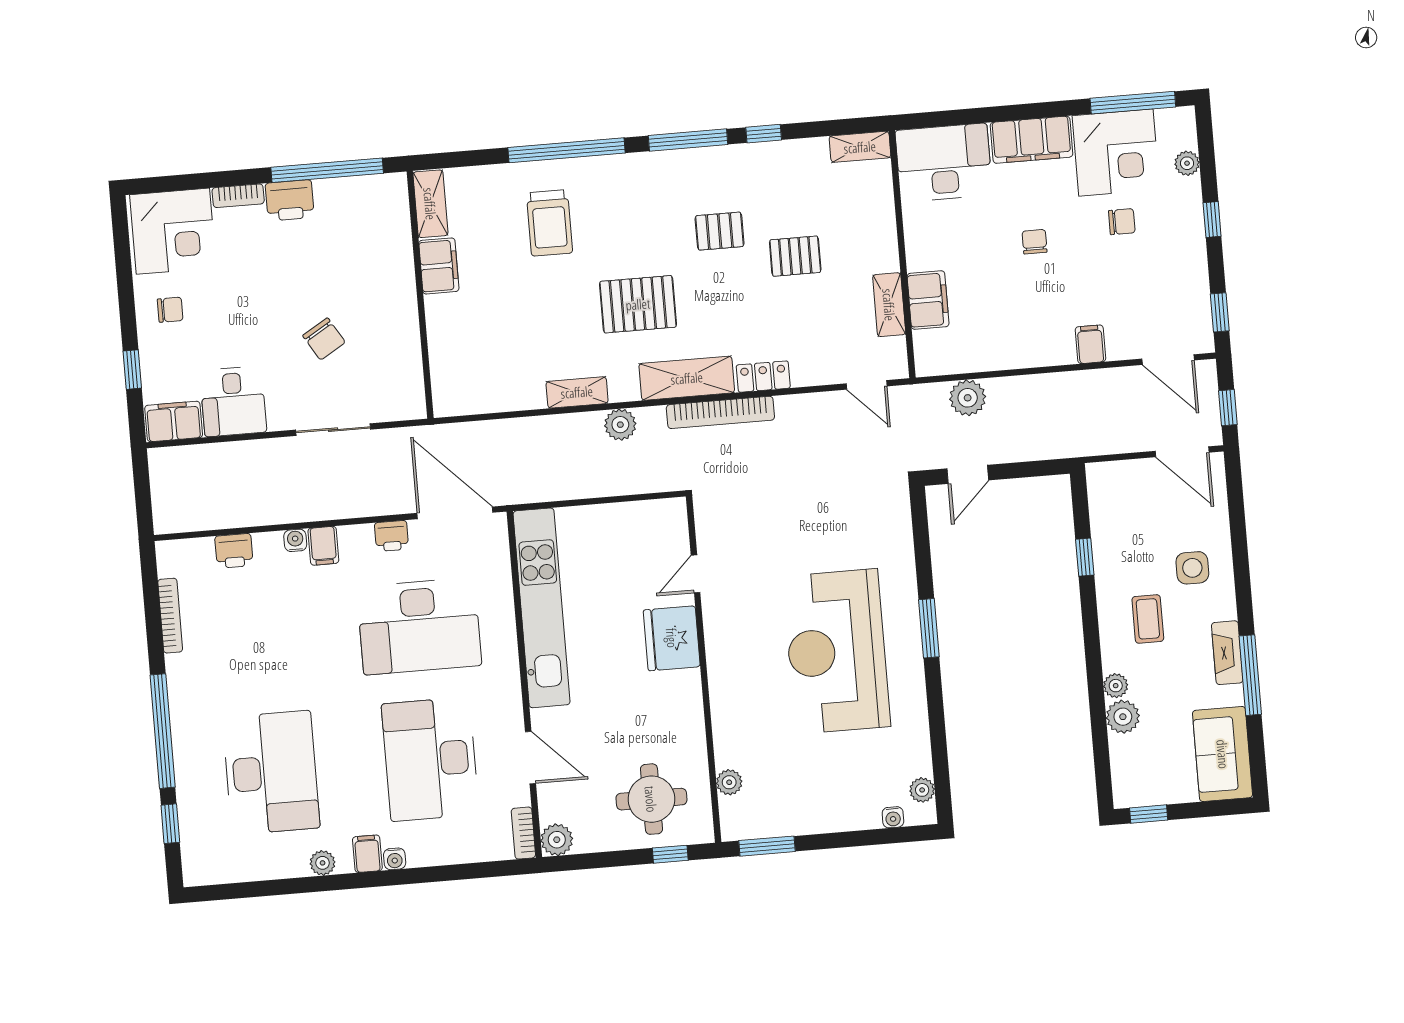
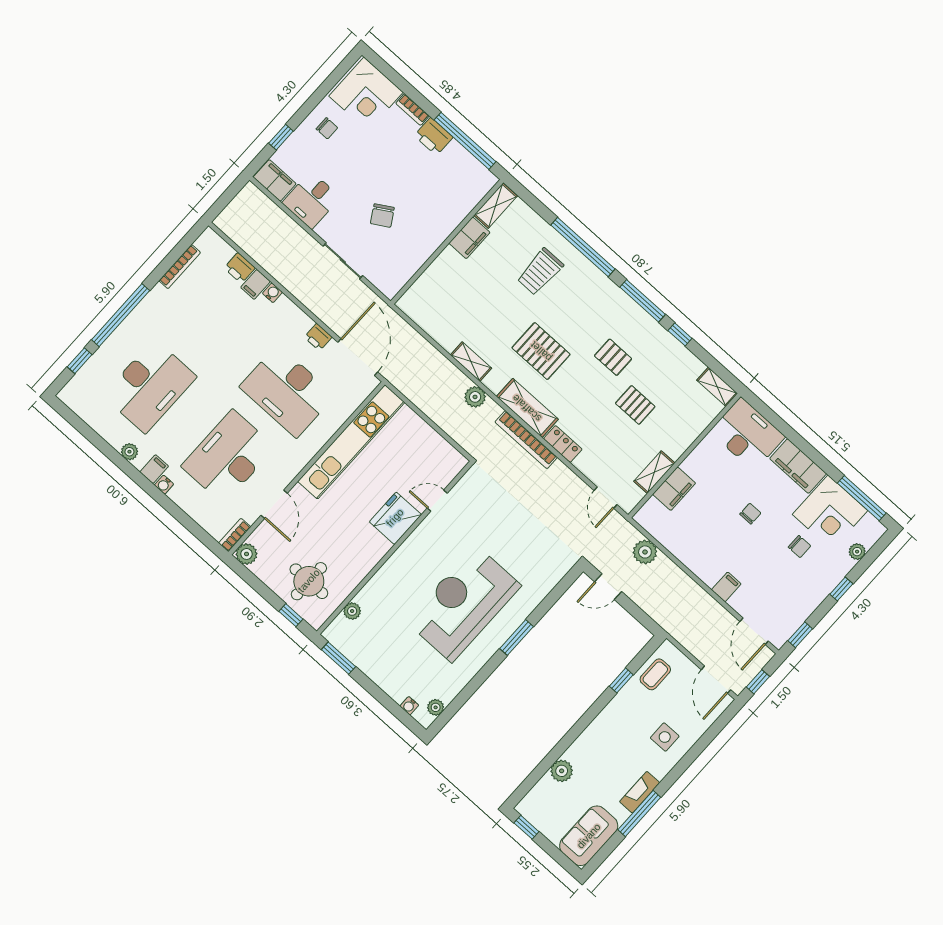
filing cabinet: (323, 546) -> (255, 284), moved
coffee table: (1148, 619) -> (655, 674), moved
plant: (1116, 686) -> (573, 753), removed

